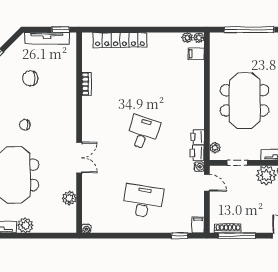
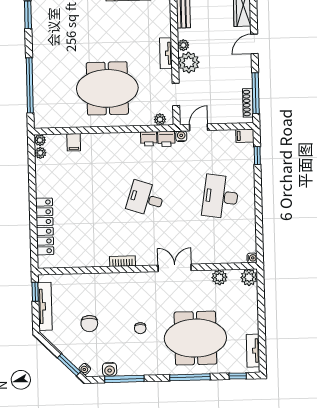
filing cabinet: (196, 54) -> (74, 142), moved
bookcase: (86, 84) -> (123, 261), moved
plant: (25, 225) -> (249, 277), moved

